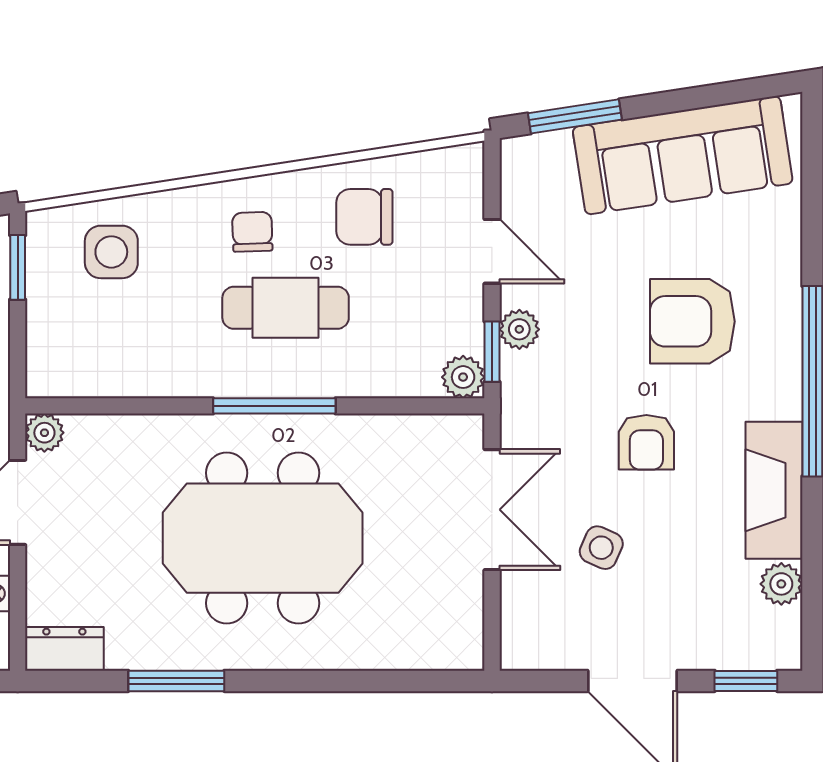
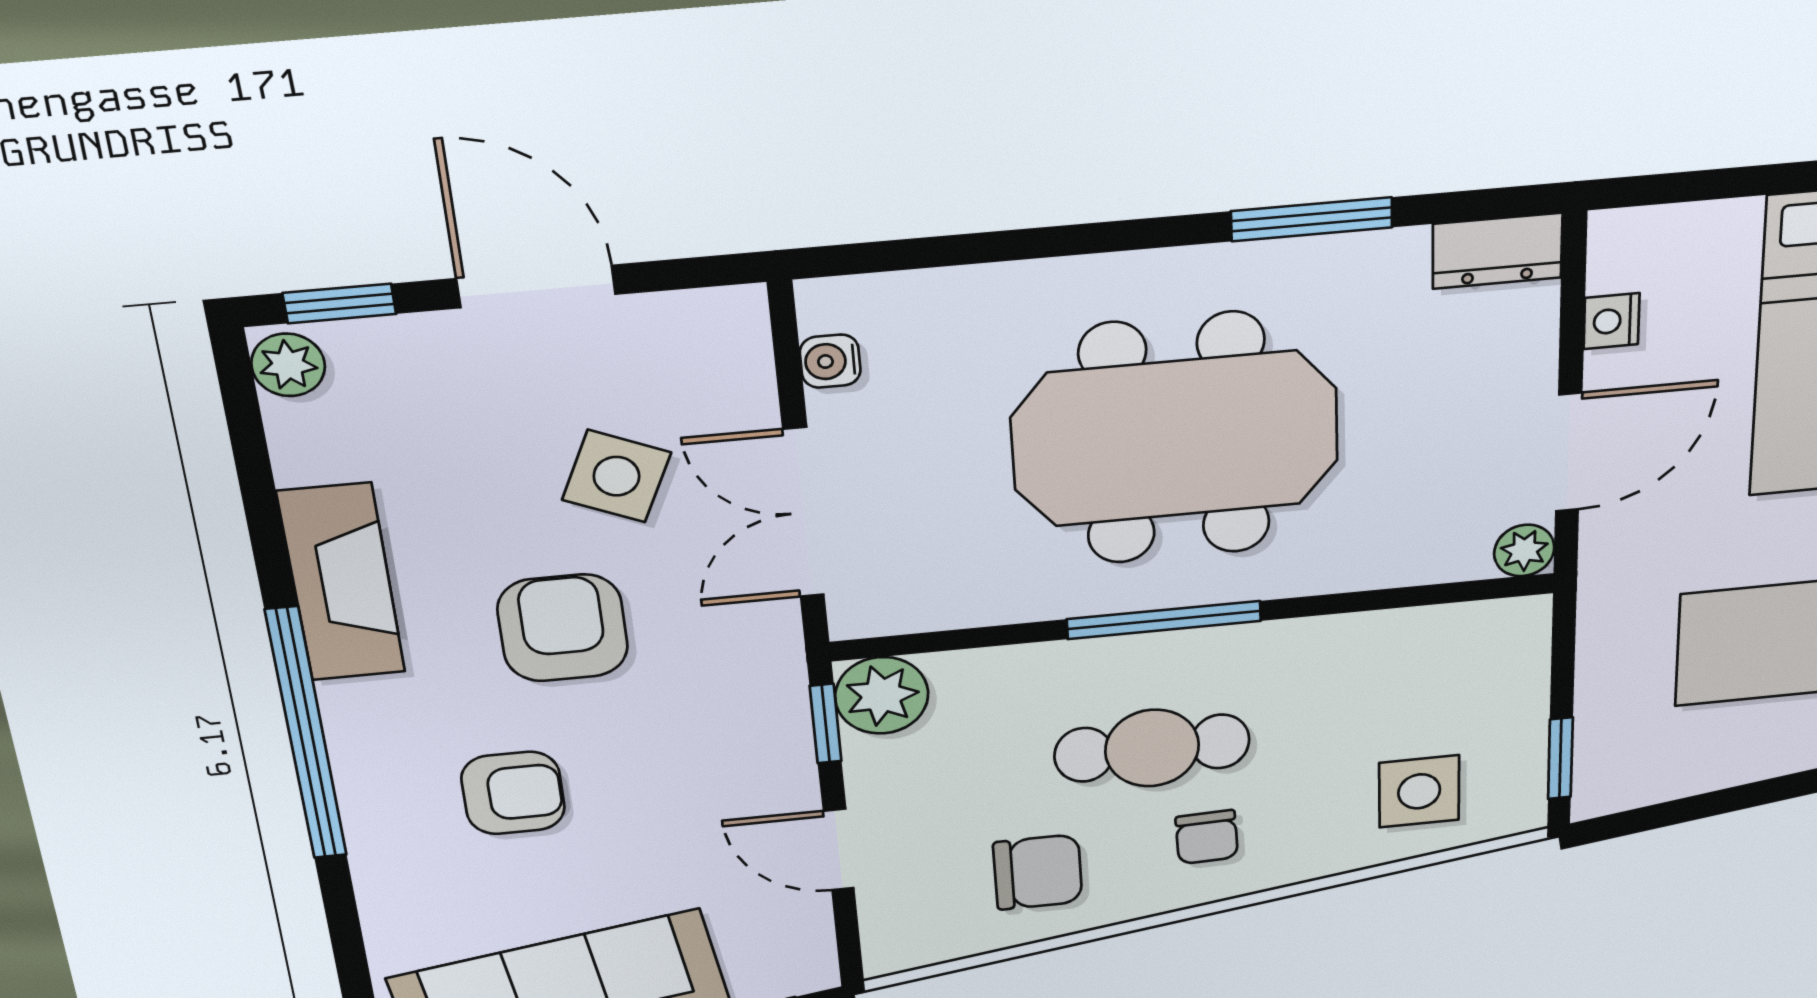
armchair: (692, 321) -> (513, 793), width x0.72, depth x0.72
plant: (519, 329) -> (786, 756), removed
plant: (463, 377) -> (882, 695), width x1.38, depth x1.38
armchair: (646, 442) -> (563, 628), width x1.38, depth x1.38
side table: (601, 548) -> (616, 476), width x1.37, depth x1.37
plant: (781, 584) -> (288, 365), moved
water cooler: (467, 614) -> (830, 361), added

